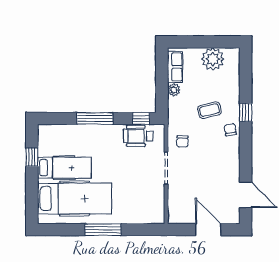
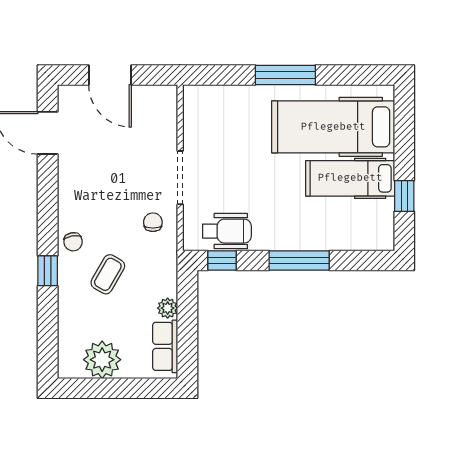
coffee table: (209, 110) -> (108, 274), turned -47

